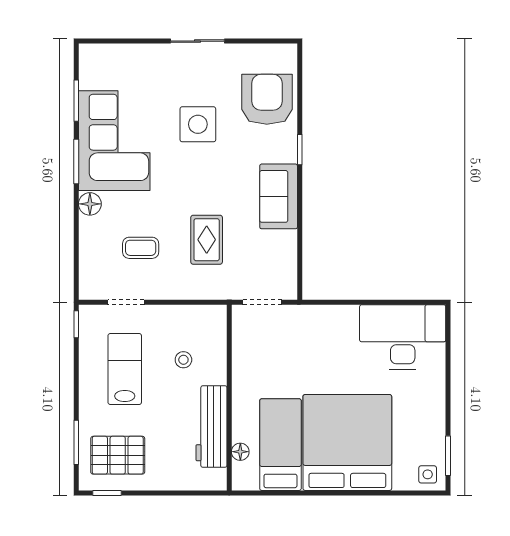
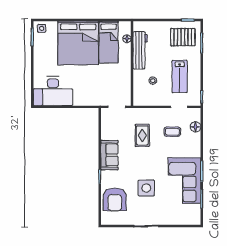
floor lamp: (90, 204) -> (196, 127), moved

